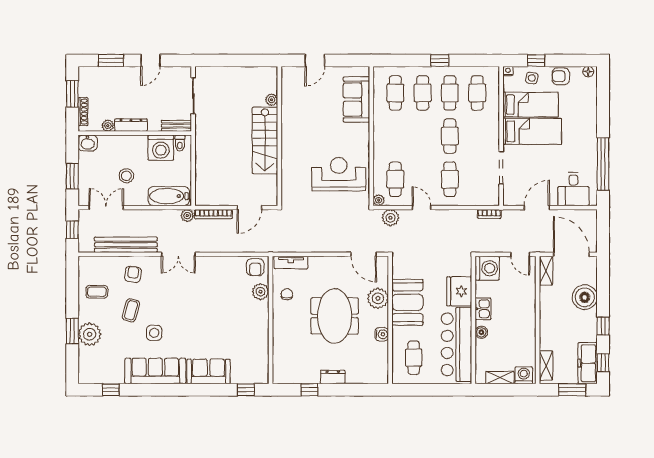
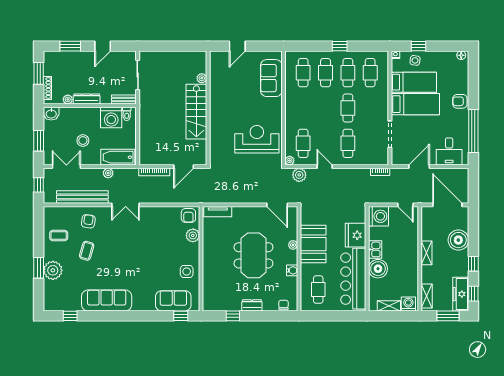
armchair: (561, 76) -> (460, 101), moved
plant: (187, 216) -> (108, 173), moved
shelving: (546, 271) -> (427, 253), moved
chair: (287, 294) -> (284, 305), moved
plant: (378, 298) -> (293, 245), width x0.53, depth x0.53
boiler: (481, 332) -> (378, 269), width x1.86, depth x1.86
side table: (154, 333) -> (187, 271), moved
sofa: (209, 371) -> (173, 301), moved

